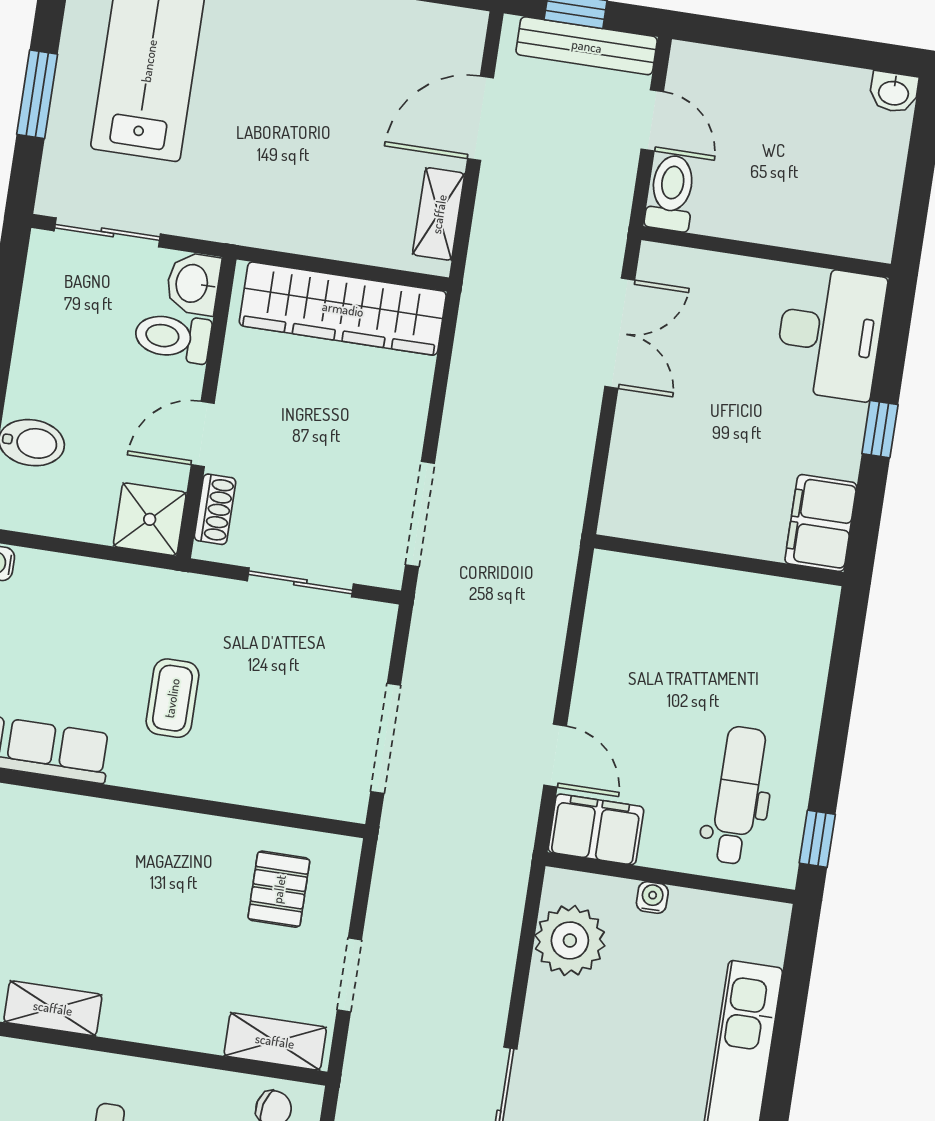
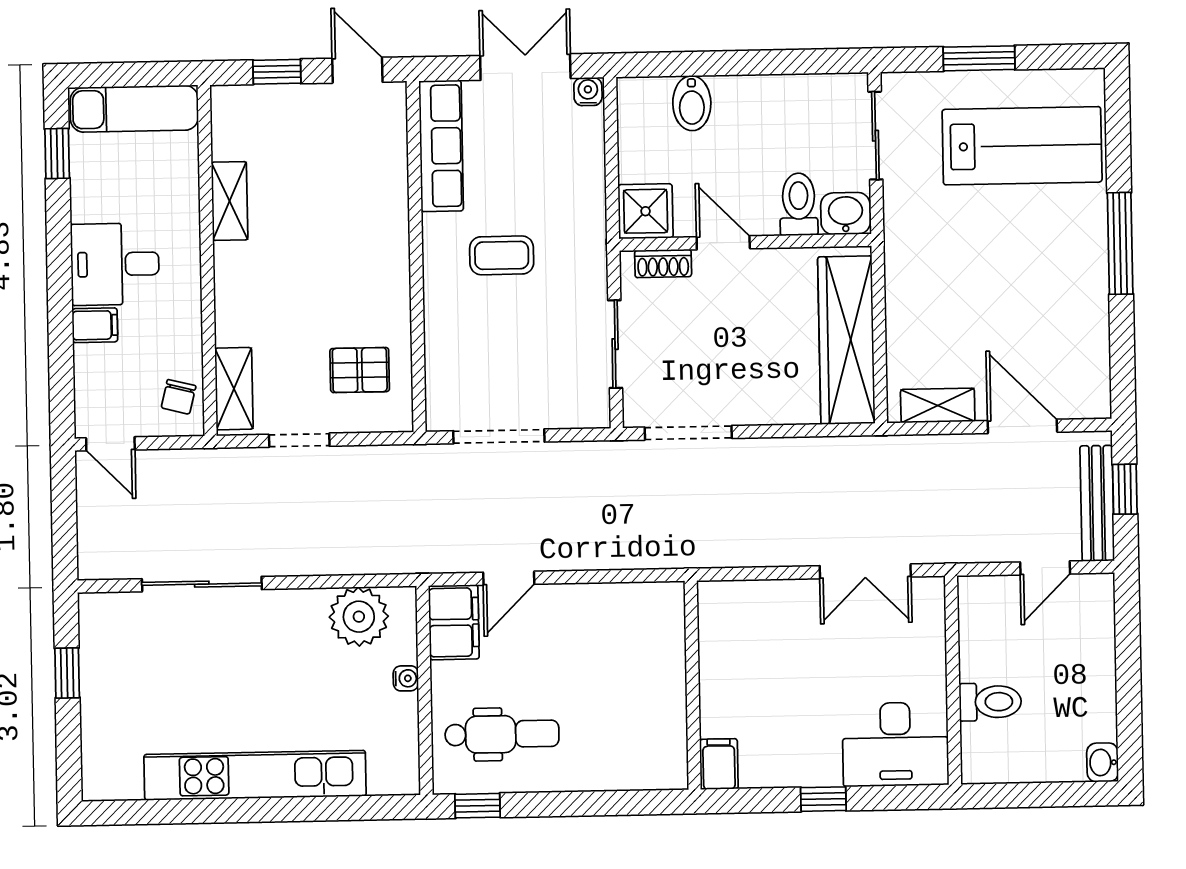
toilet: (671, 193) -> (990, 702), moved
filing cabinet: (821, 523) -> (719, 764), width x0.50

